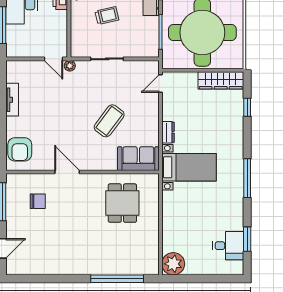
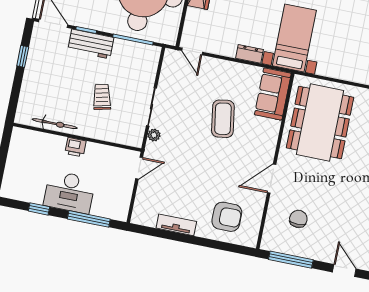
plant: (70, 66) -> (154, 135), moved
coffee table: (109, 121) -> (223, 119), turned 44
armchair: (20, 149) -> (227, 217), moved
dining table: (122, 203) -> (320, 123), width x1.88, depth x1.24

